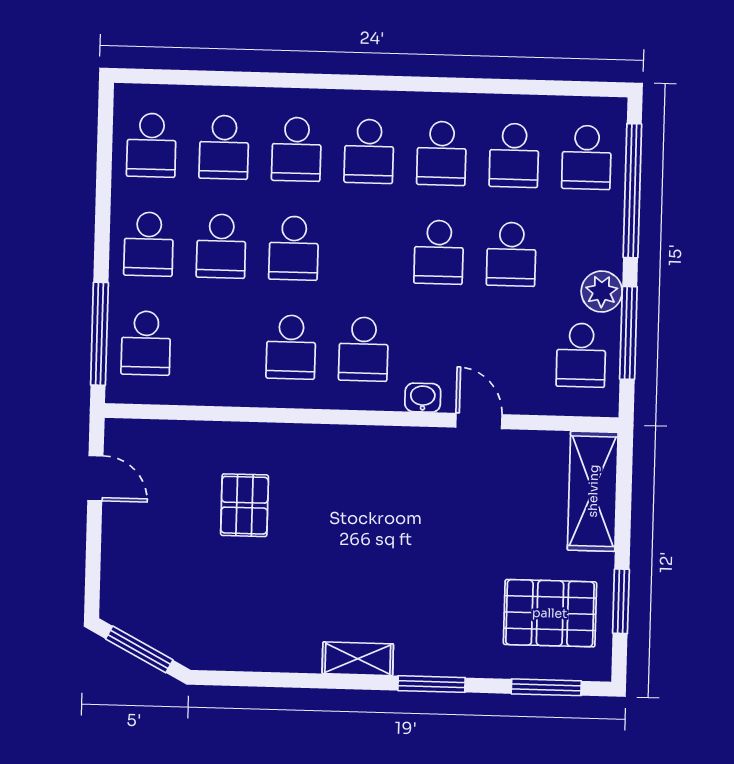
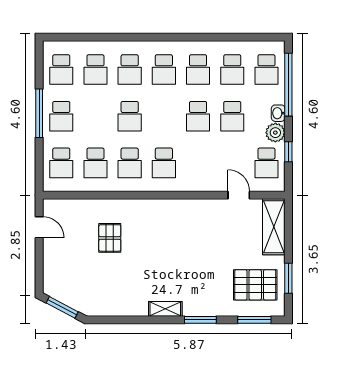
school desk: (221, 246) -> (95, 163), moved
window: (628, 333) -> (288, 152), width x0.46
window: (99, 334) -> (39, 113), moved
washbasin: (423, 398) -> (278, 113), moved, turned -90
door: (479, 421) -> (239, 195), moved

